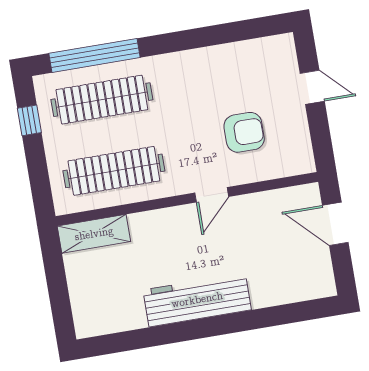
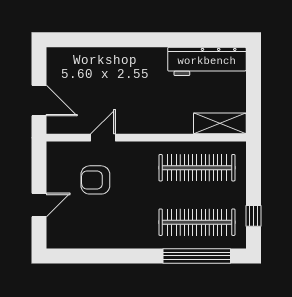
door: (312, 87) -> (39, 205), swing flipped
door: (212, 195) -> (103, 138), moved
workbench: (197, 300) -> (207, 61), moved

